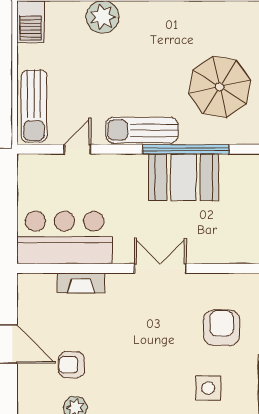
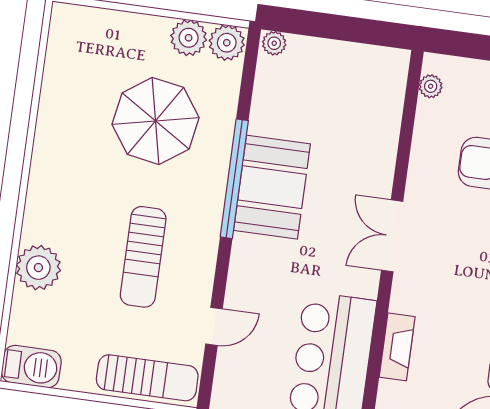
sun lounger: (142, 130) -> (143, 257), moved
door: (78, 149) -> (214, 326), swing flipped

